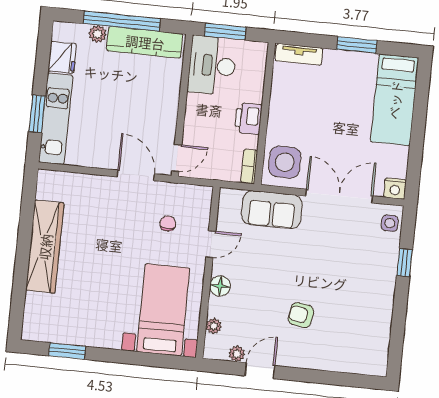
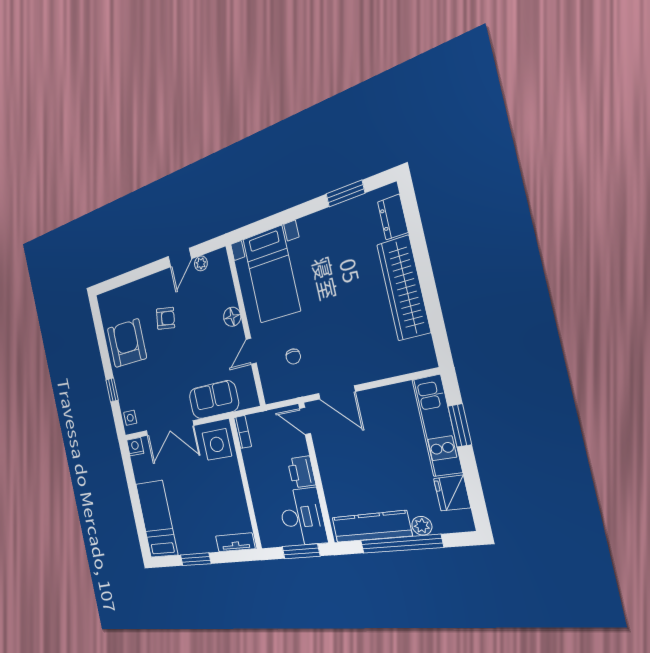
printer: (248, 119) -> (301, 472), moved, turned 180
door: (177, 158) -> (305, 421), hinge flipped
armchair: (363, 308) -> (127, 343), added
dresser: (34, 311) -> (393, 217), added
plant: (214, 326) -> (226, 279), removed

